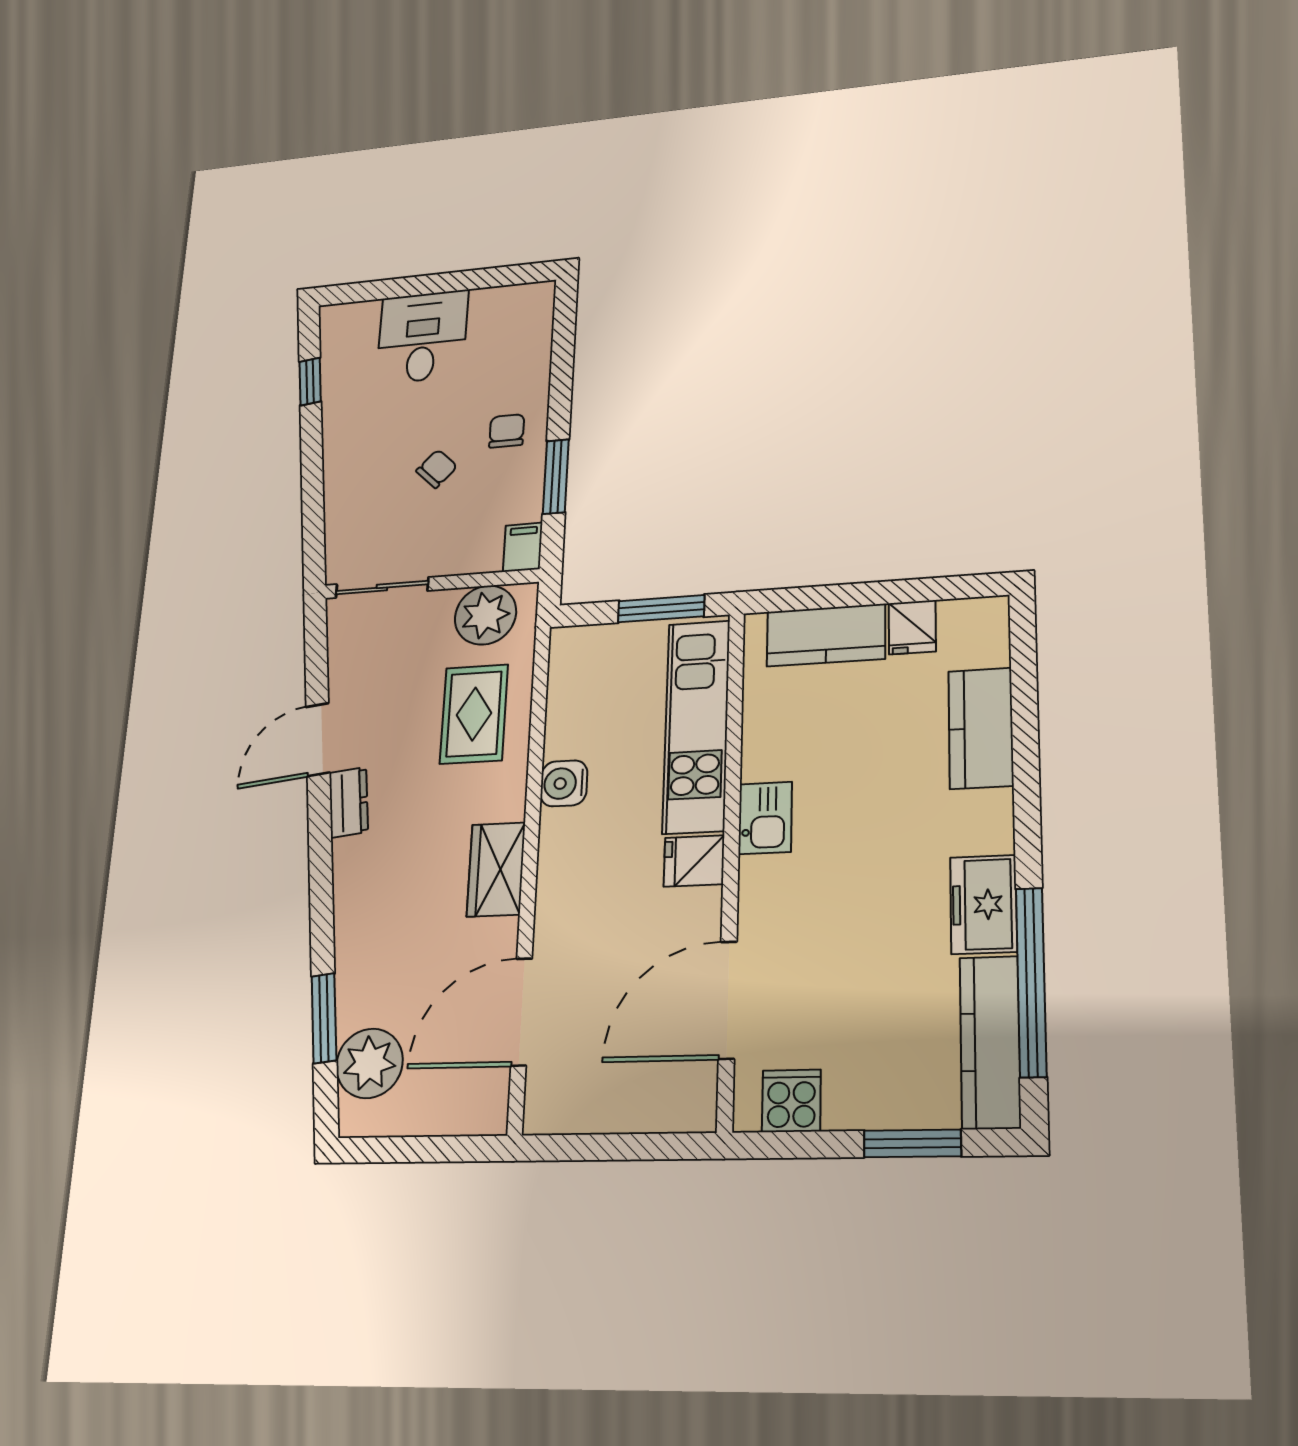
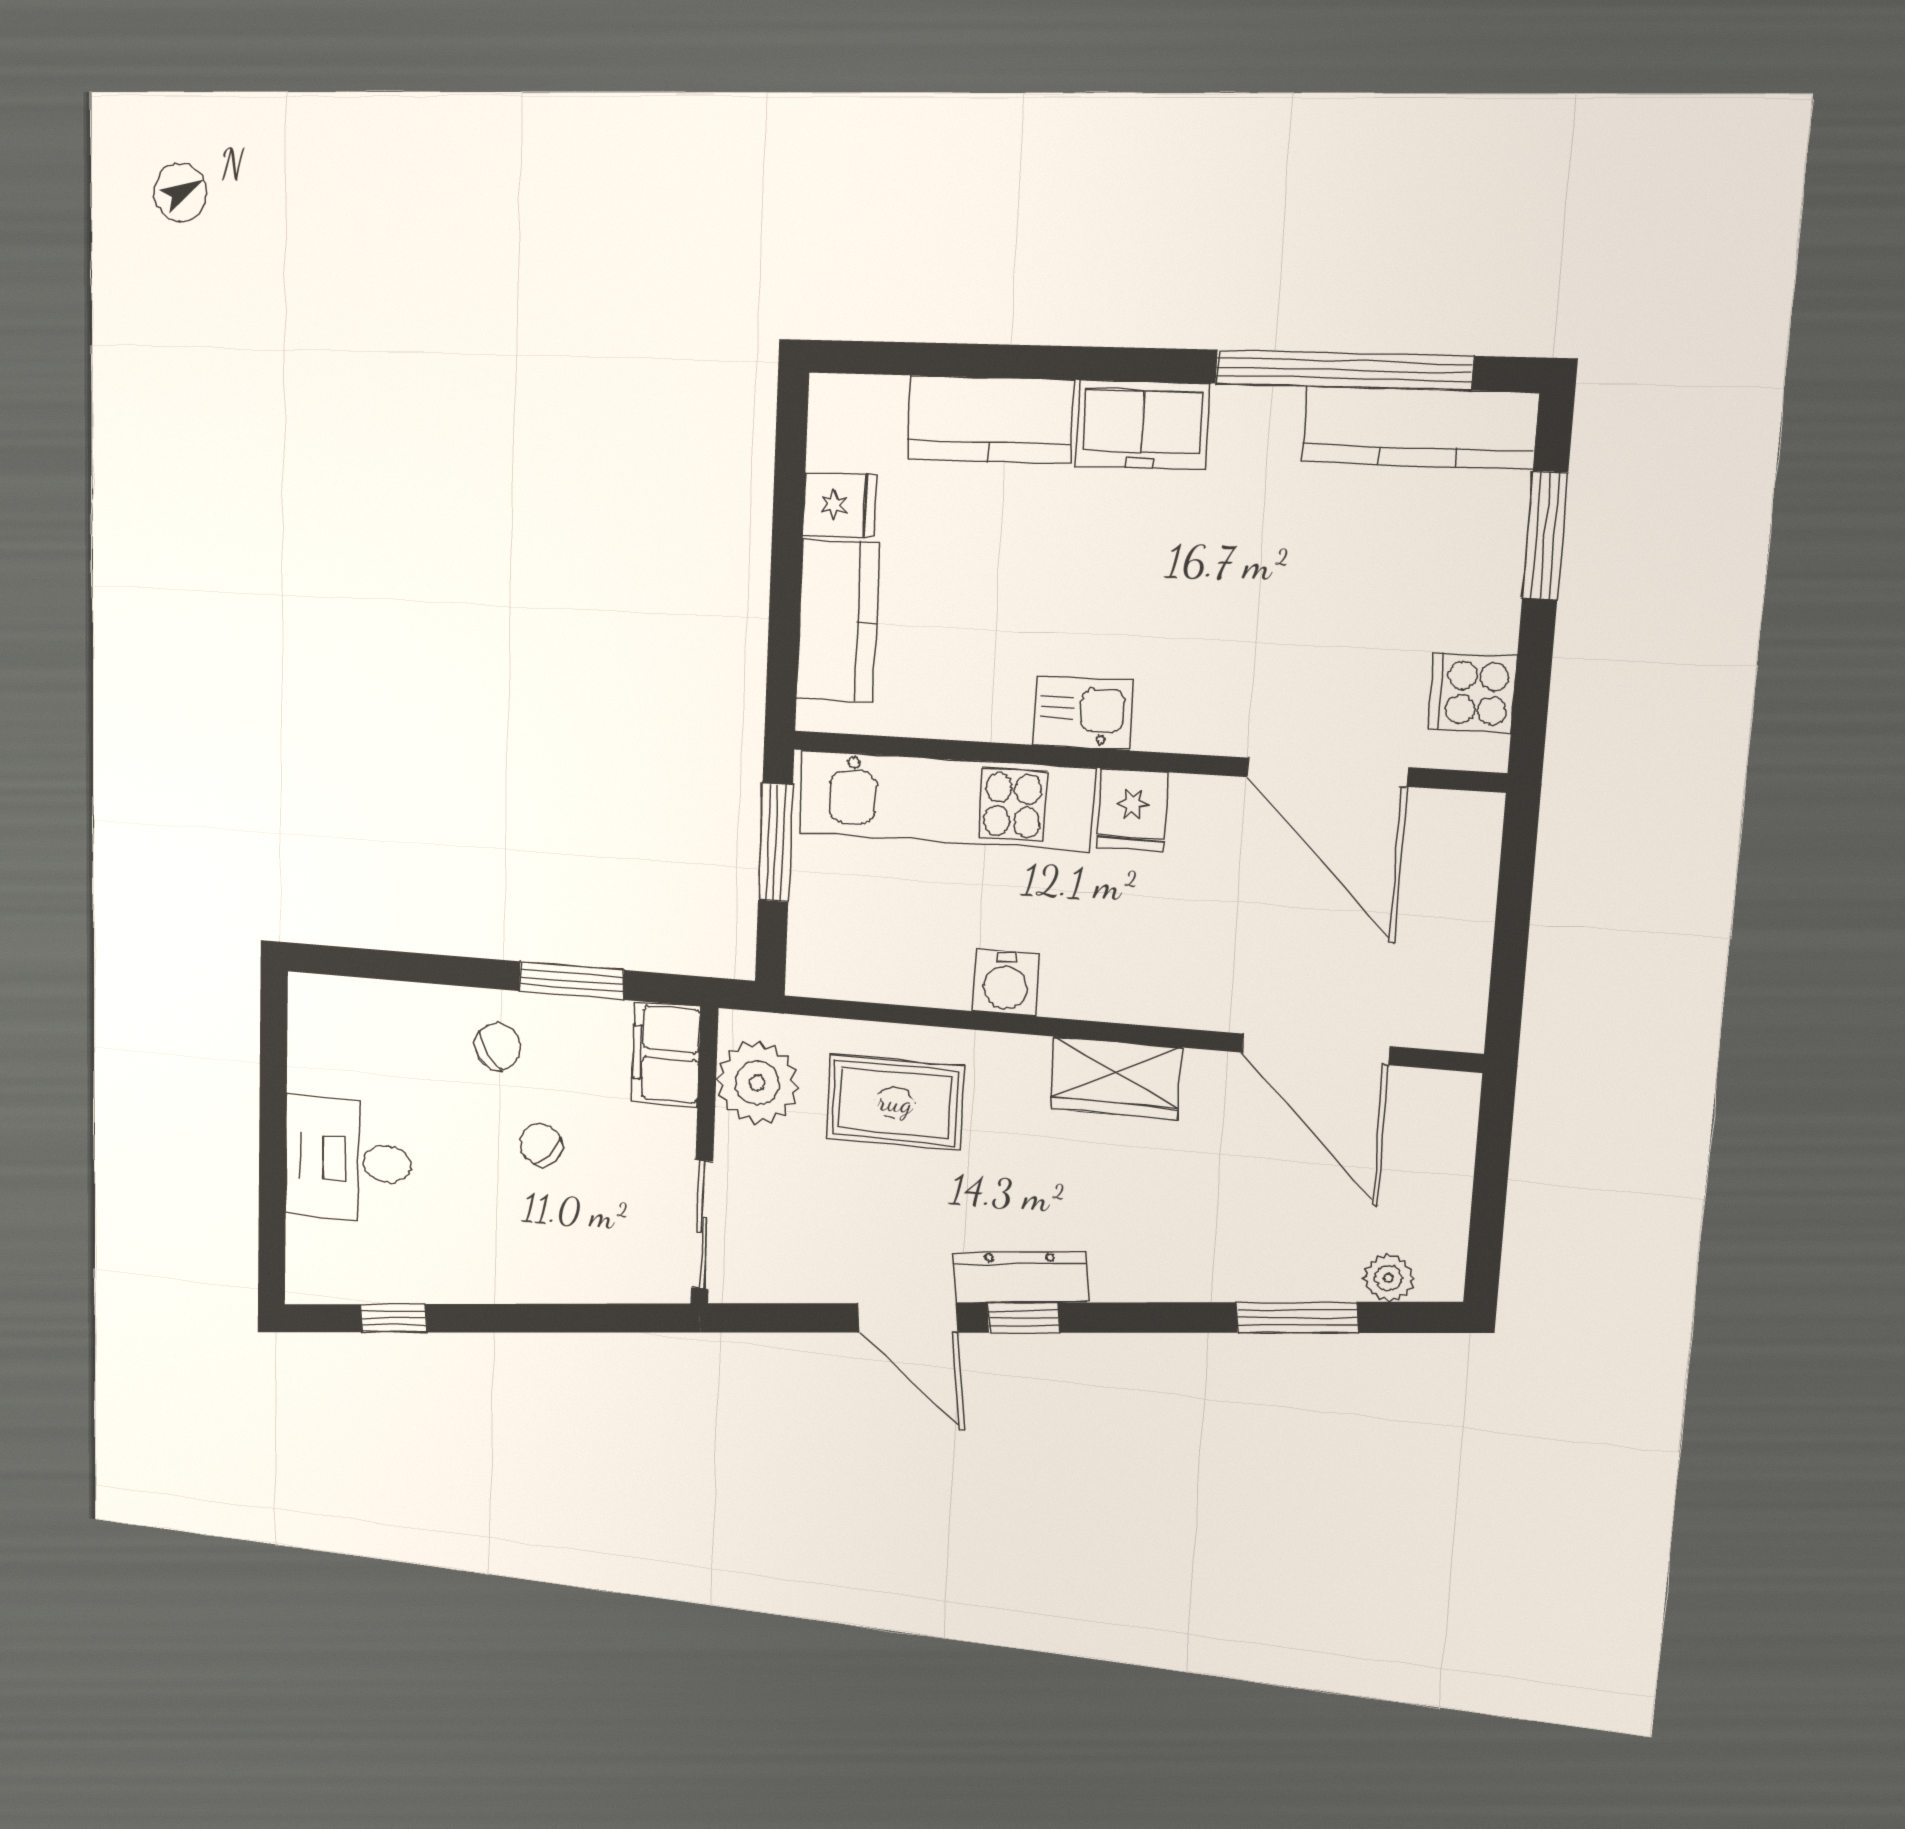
chair: (507, 431) -> (498, 1046), turned 145
filing cabinet: (523, 547) -> (666, 1054), width x2.00
dresser: (349, 802) -> (1020, 1277), width x1.44
window: (320, 822) -> (1023, 1318), added
freezer: (983, 904) -> (1142, 425), moved
plant: (369, 1063) -> (1388, 1278), width x0.53, depth x0.53

